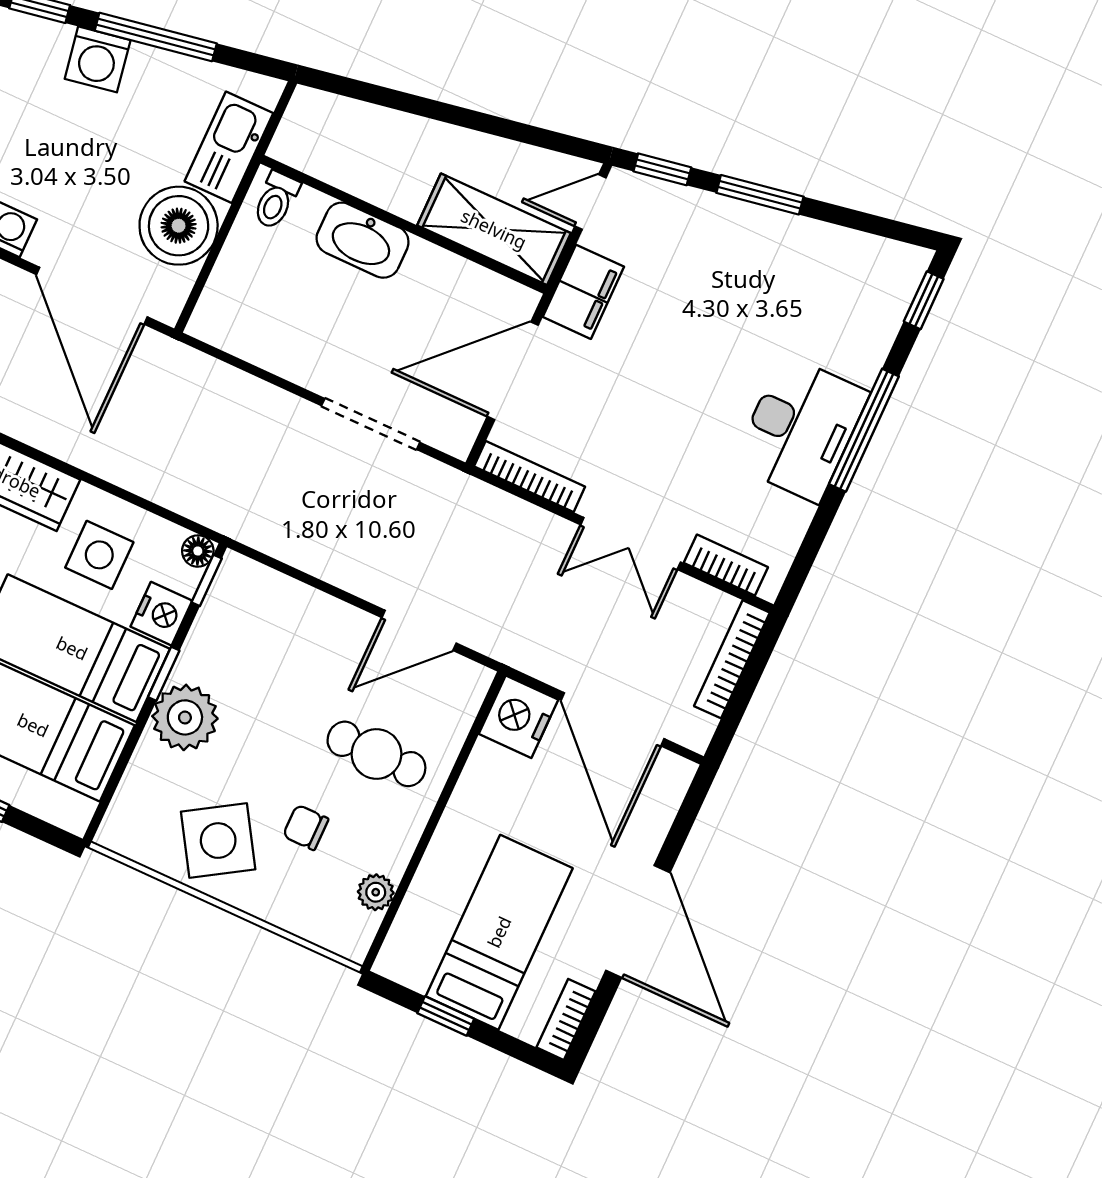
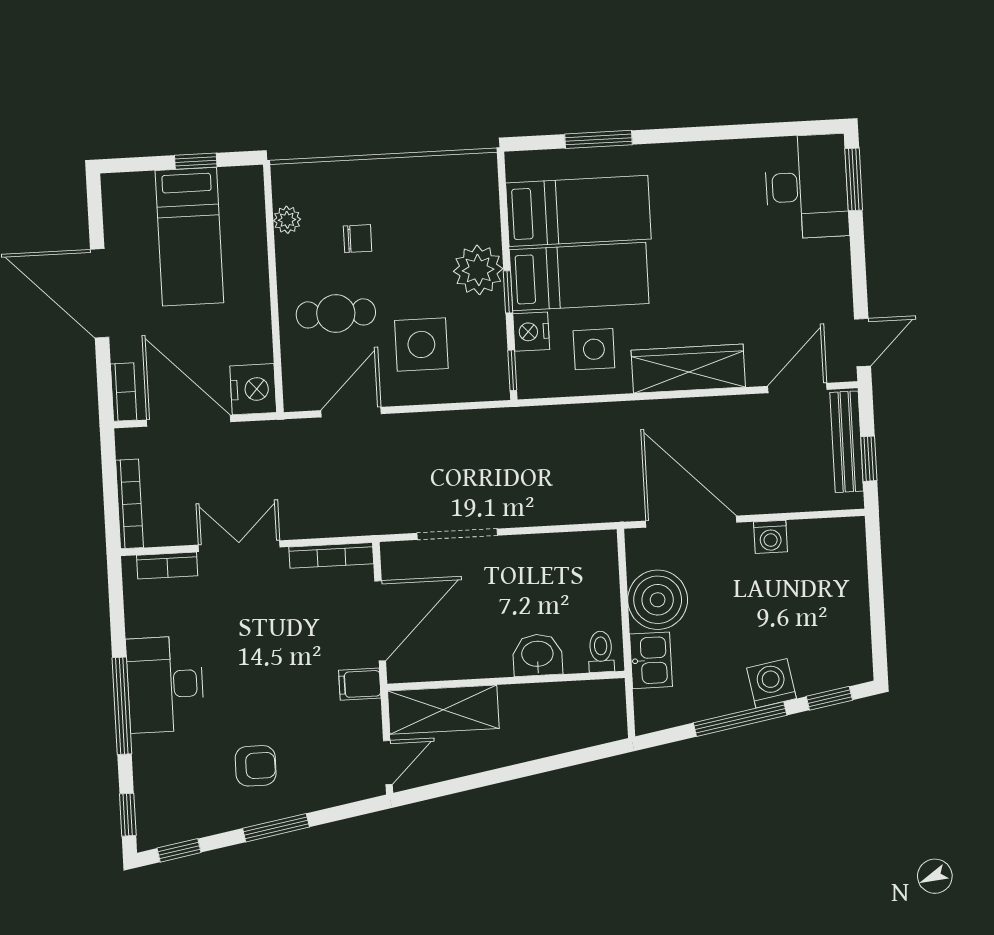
kitchen sink: (229, 147) -> (651, 660), width x0.73
window: (662, 169) -> (179, 850), moved
washbasin: (363, 240) -> (537, 655), width x0.72
armchair: (746, 279) -> (256, 766), added
filing cabinet: (583, 292) -> (360, 684), width x0.50
floor lamp: (198, 551) -> (529, 387), removed
side table: (218, 841) -> (421, 344), moved, turned 32
bookcase: (566, 1019) -> (124, 392), moved

